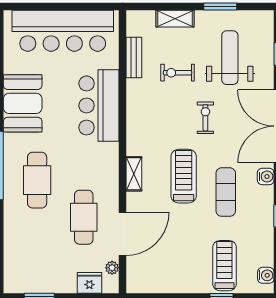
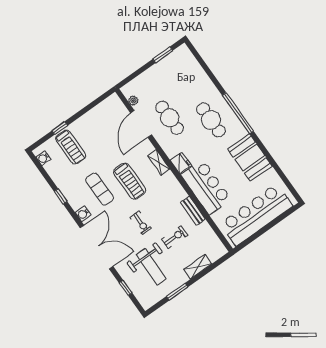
bench: (134, 57) -> (193, 211), moved
fridge: (89, 283) -> (181, 163), moved, turned -90

